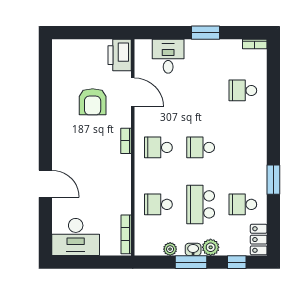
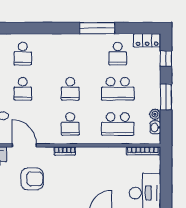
school desk: (201, 90) -> (23, 89), added
door: (133, 92) -> (24, 145), hinge flipped
window: (273, 180) -> (97, 28), width x1.44
school desk: (158, 204) -> (118, 124), width x1.85
plant: (211, 247) -> (154, 80), removed
washbasin: (193, 249) -> (155, 127), moved

